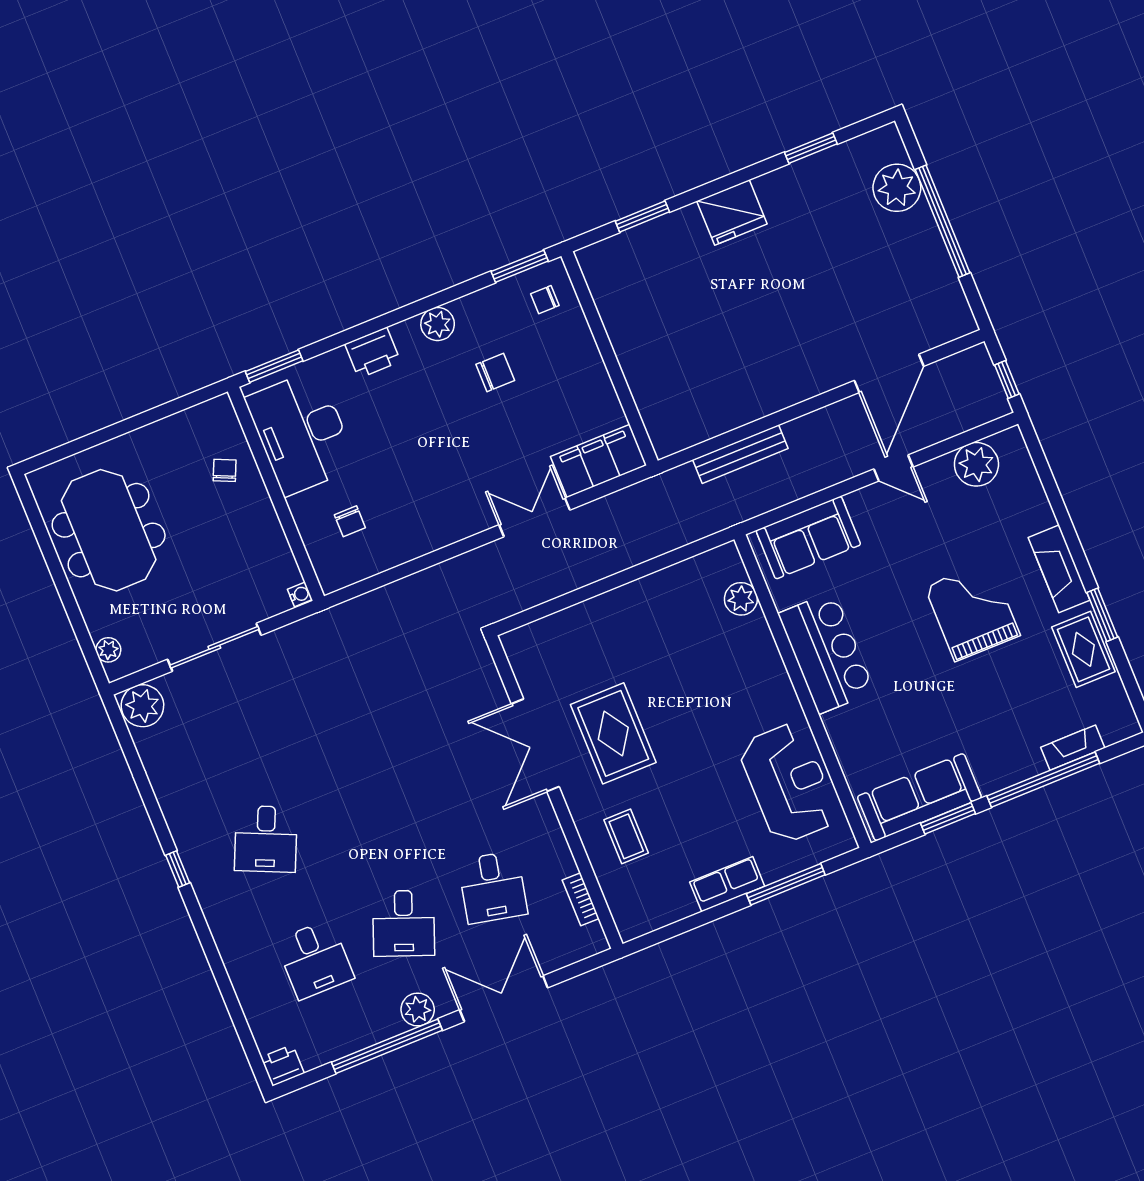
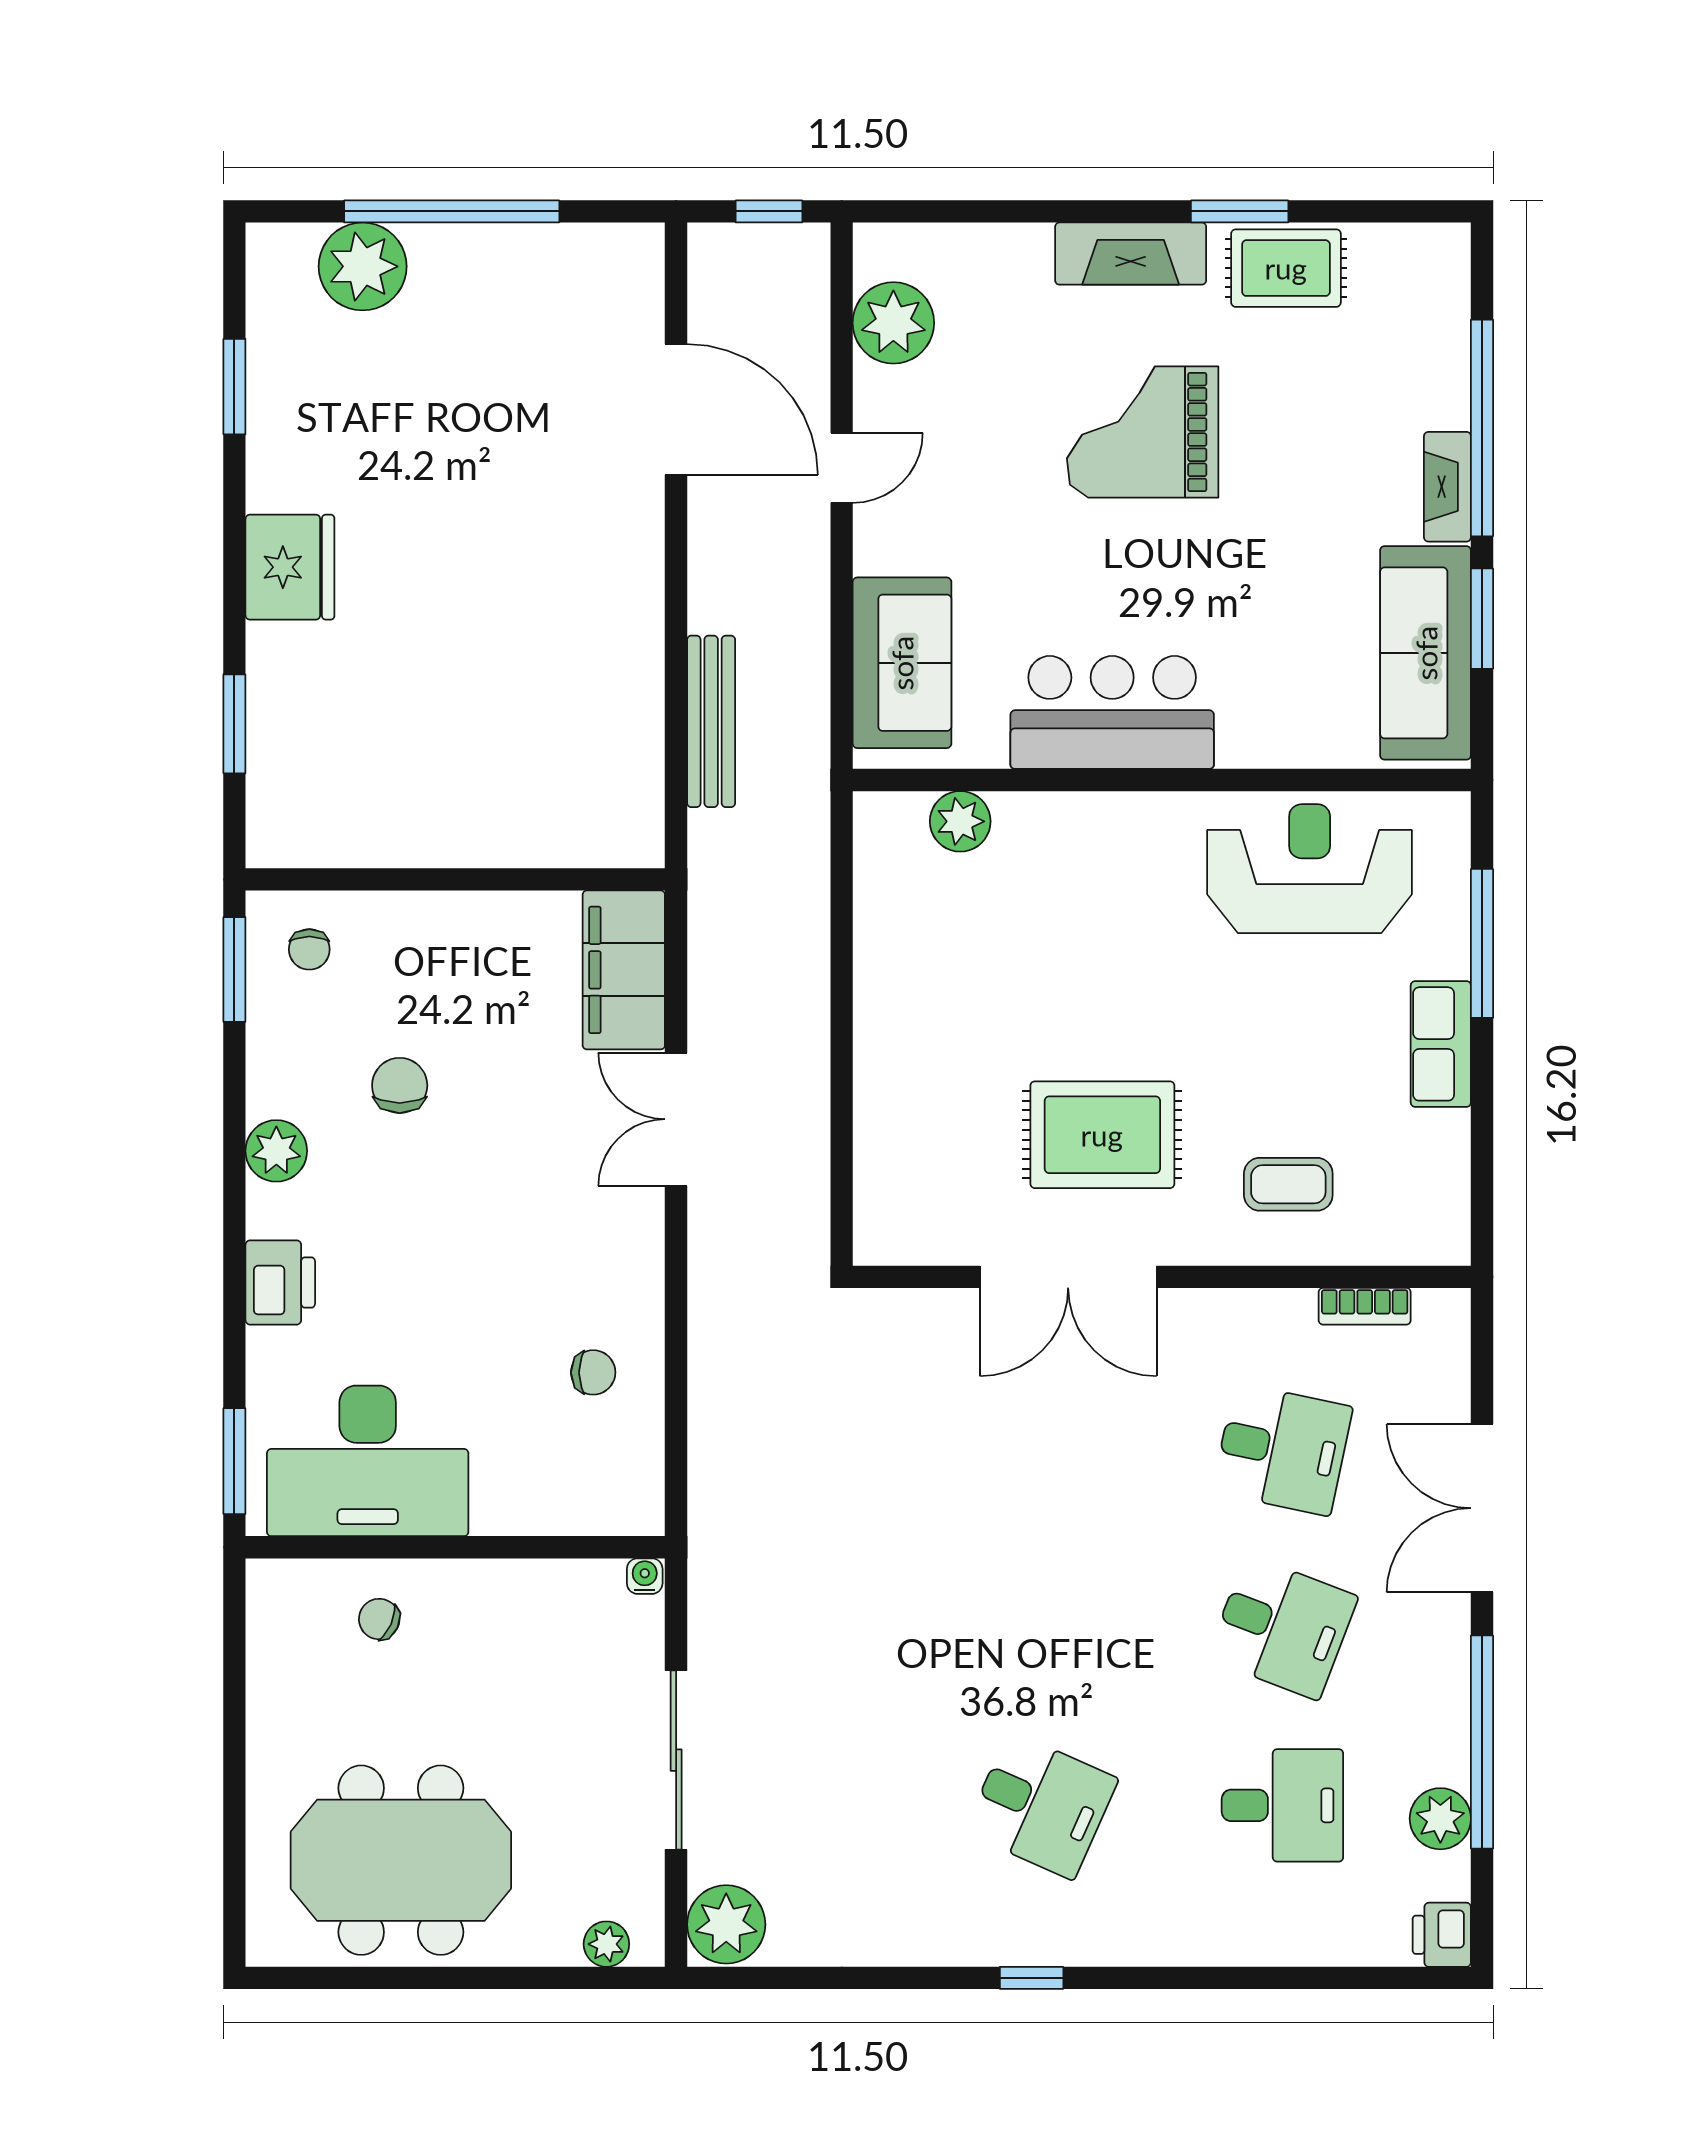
chair: (350, 521) -> (593, 1372), moved
fireplace: (1073, 748) -> (1447, 487), moved
plant: (418, 1010) -> (1440, 1819), moved

